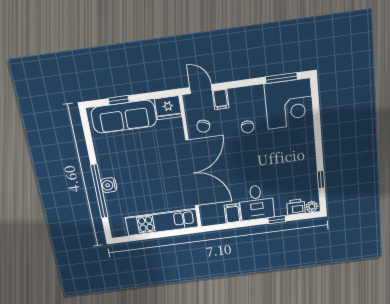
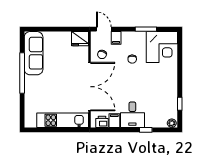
window: (281, 78) -> (146, 29), moved
window: (119, 100) -> (48, 29), removed
sofa: (124, 117) -> (34, 53), moved, turned -90
water cooler: (109, 185) -> (30, 87), removed
window: (99, 191) -> (22, 73), moved
printer: (296, 207) -> (102, 122), moved

